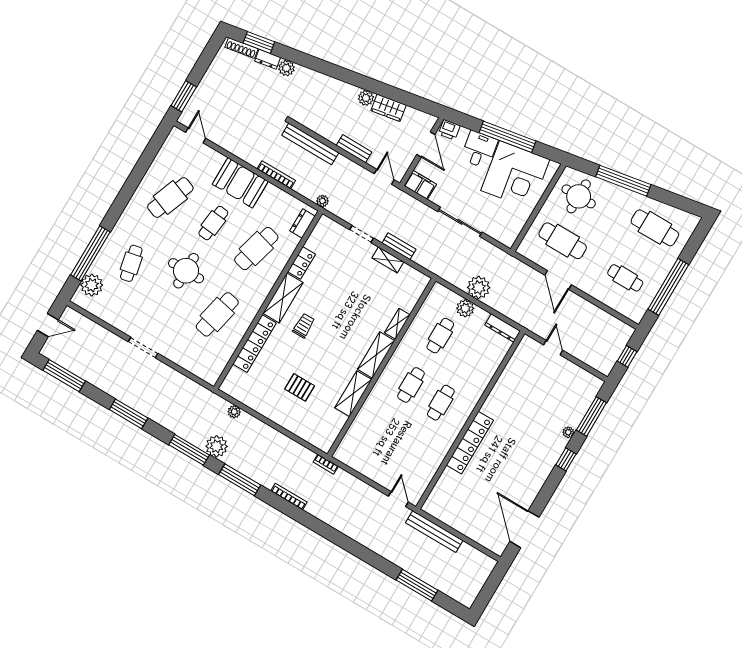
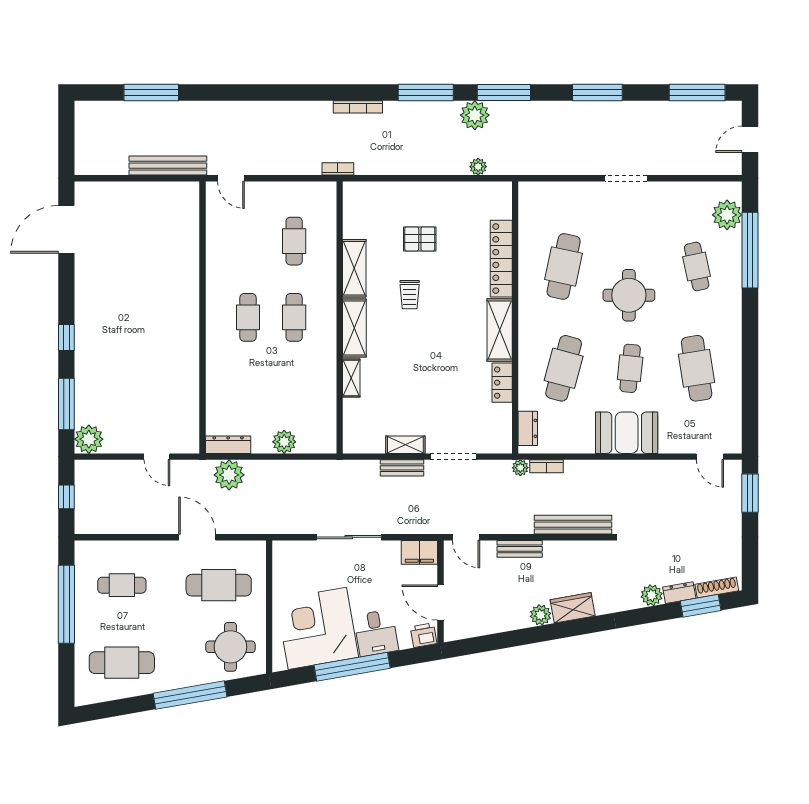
wardrobe: (389, 108) -> (573, 608), moved
bookcase: (276, 175) -> (547, 466), moved, width x0.64
cafe table: (170, 198) -> (697, 368), turned -30
doorway: (362, 234) -> (453, 457), width x1.38
plant: (479, 287) -> (229, 475), moved
trolley: (304, 326) -> (410, 295), moved
cafe table: (440, 336) -> (294, 241), moved
plant: (568, 432) -> (89, 439), moved, width x1.87, depth x1.87
locker: (470, 443) -> (188, 291), removed
door: (524, 529) -> (66, 229), swing flipped

